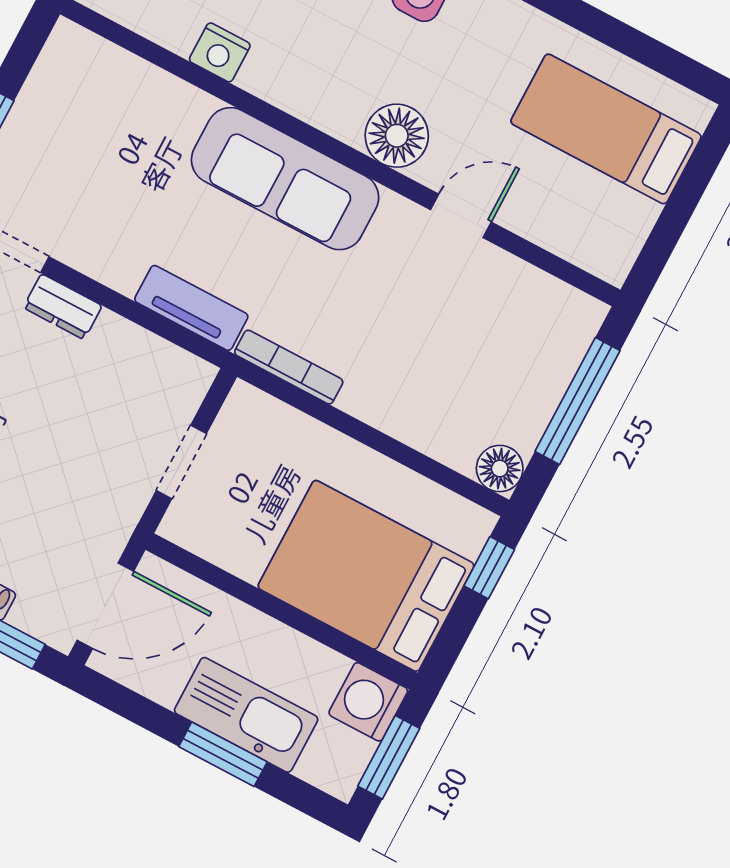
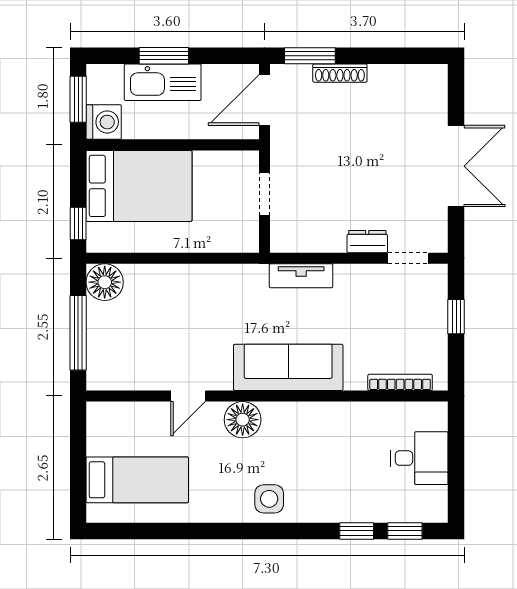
nightstand: (220, 52) -> (356, 414), removed
bookcase: (289, 367) -> (400, 382), moved, turned 180
floor lamp: (500, 469) -> (105, 282), width x1.38, depth x1.38

